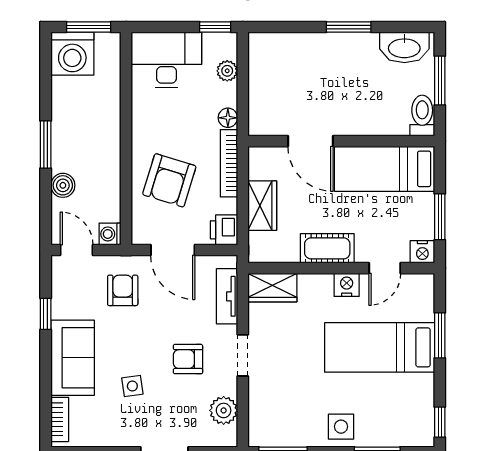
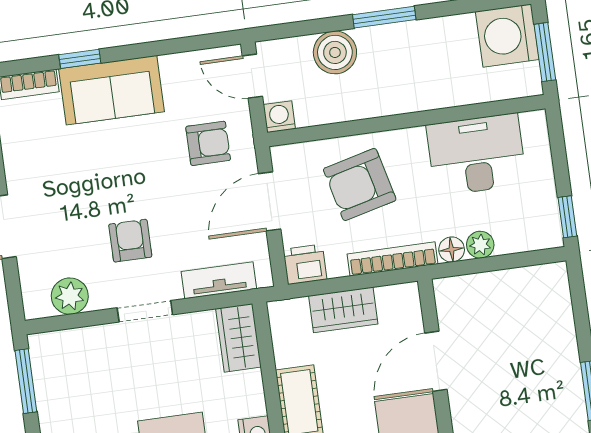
desk: (166, 60) -> (477, 155), moved, turned -90
plant: (227, 71) -> (480, 245), moved
armchair: (169, 180) -> (360, 184), turned -31
boiler: (63, 185) -> (335, 52), width x1.36, depth x1.36
door: (77, 250) -> (252, 76), swing flipped
window: (46, 314) -> (80, 59), moved
side table: (132, 386) -> (85, 173), removed

